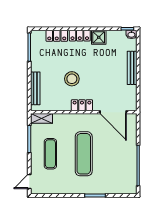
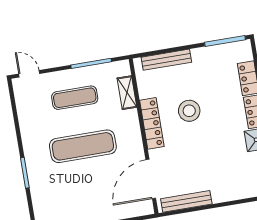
bench: (132, 68) -> (186, 201), moved
locker: (82, 105) -> (152, 123), width x1.53
shelving: (42, 118) -> (127, 93), moved

